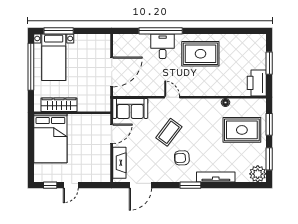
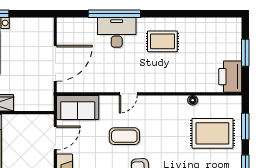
desk: (163, 46) -> (117, 32), width x1.37
rug: (200, 54) -> (162, 41), width x0.73, depth x0.70
door: (172, 97) -> (128, 94), swing flipped
coffee table: (169, 132) -> (124, 136), turned 53

